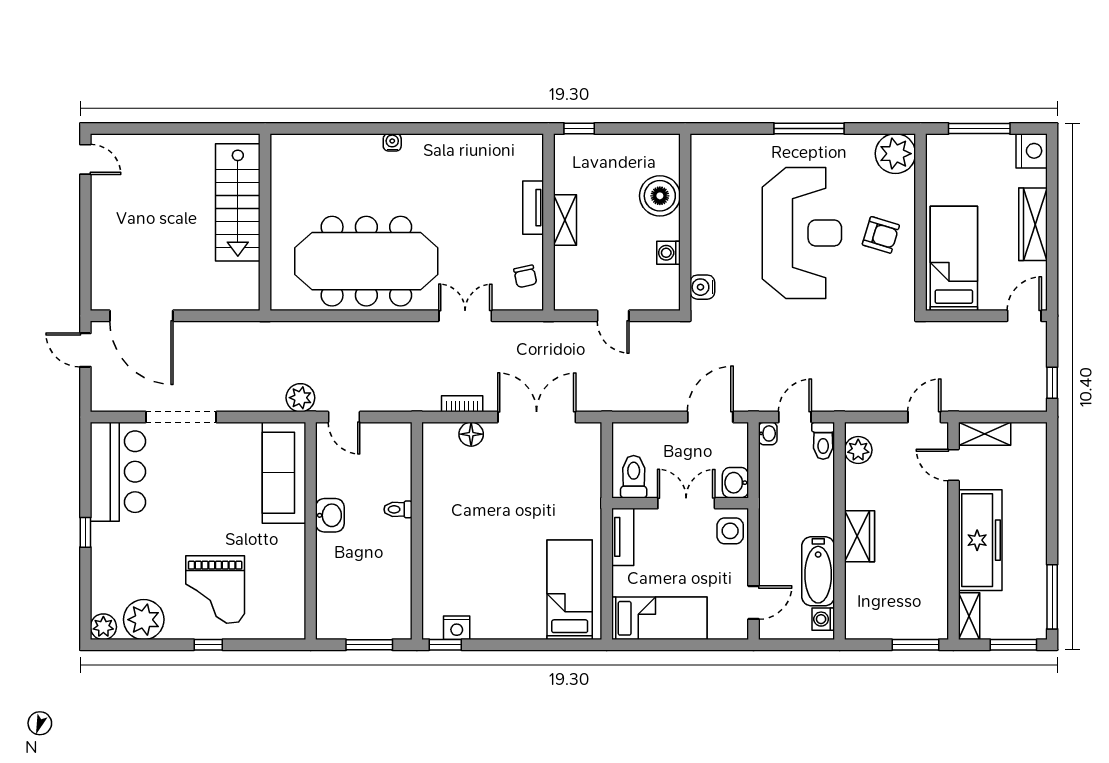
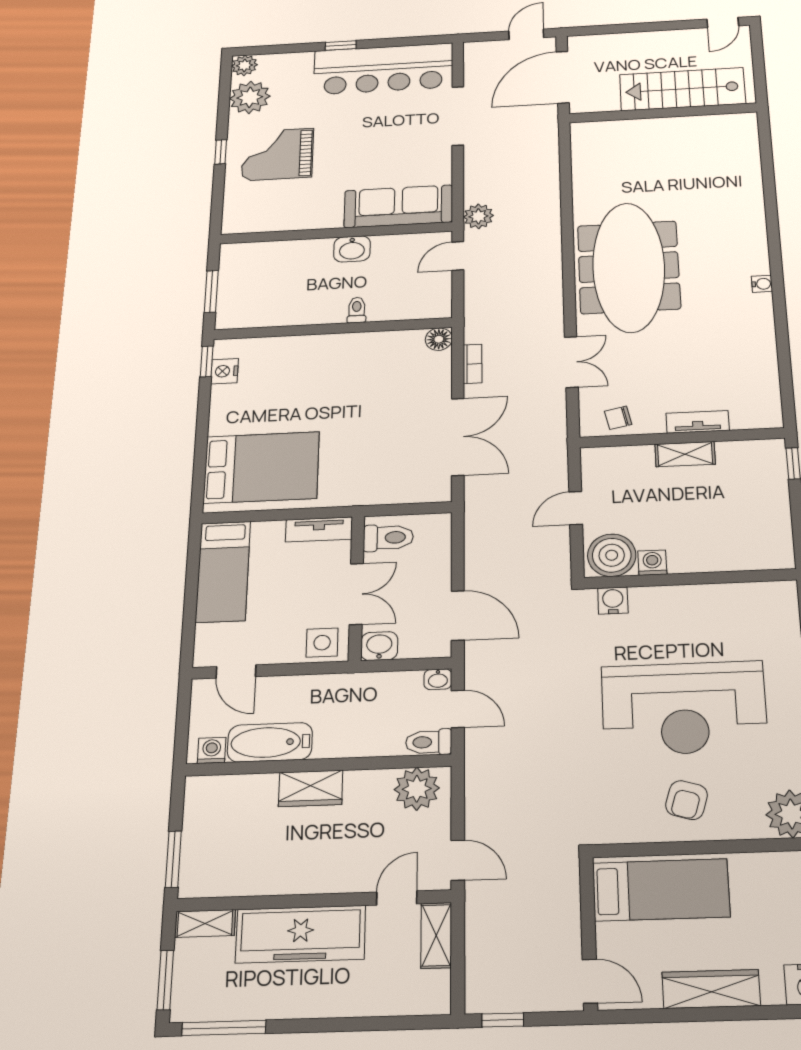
boiler: (660, 196) -> (612, 555), moved
stairs: (238, 202) -> (682, 89), moved
wall: (265, 222) -> (663, 113), moved
floor lamp: (471, 434) -> (439, 339), moved
plant: (858, 450) -> (417, 789), width x1.36, depth x1.36
bar counter: (118, 472) -> (383, 69), width x1.36
bed: (570, 590) -> (261, 467), width x1.50

